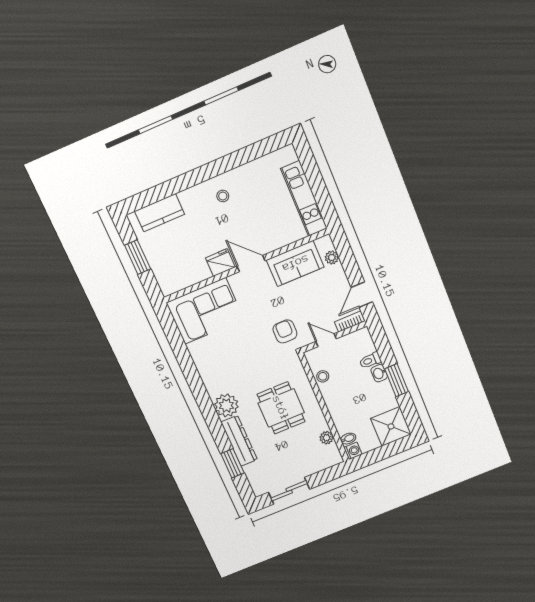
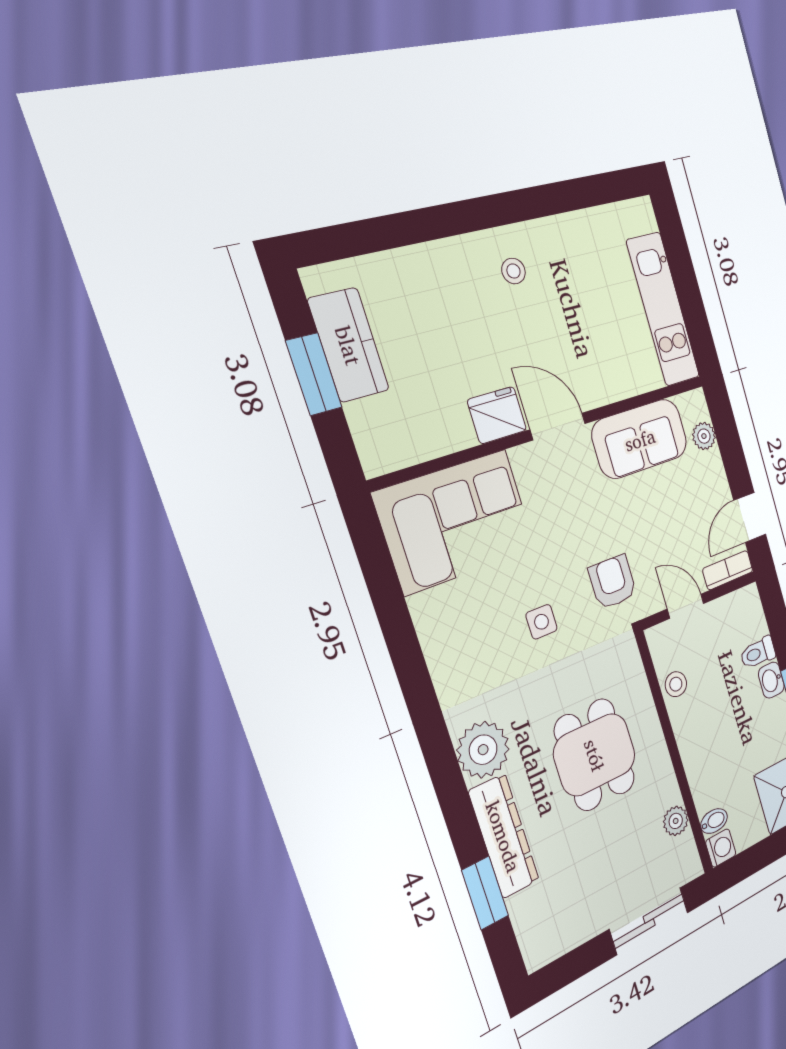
kitchen counter: (160, 213) -> (349, 345), moved, turned -90
side table: (250, 351) -> (541, 622), added
sliding door: (289, 491) -> (649, 921), moved

